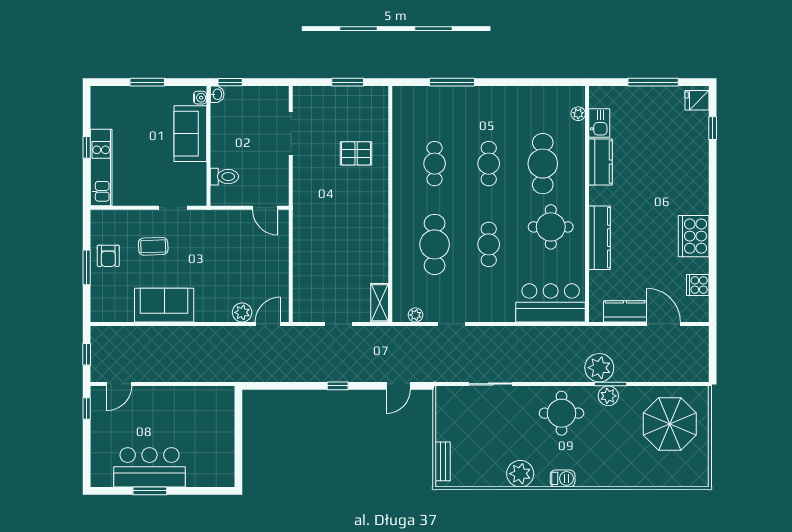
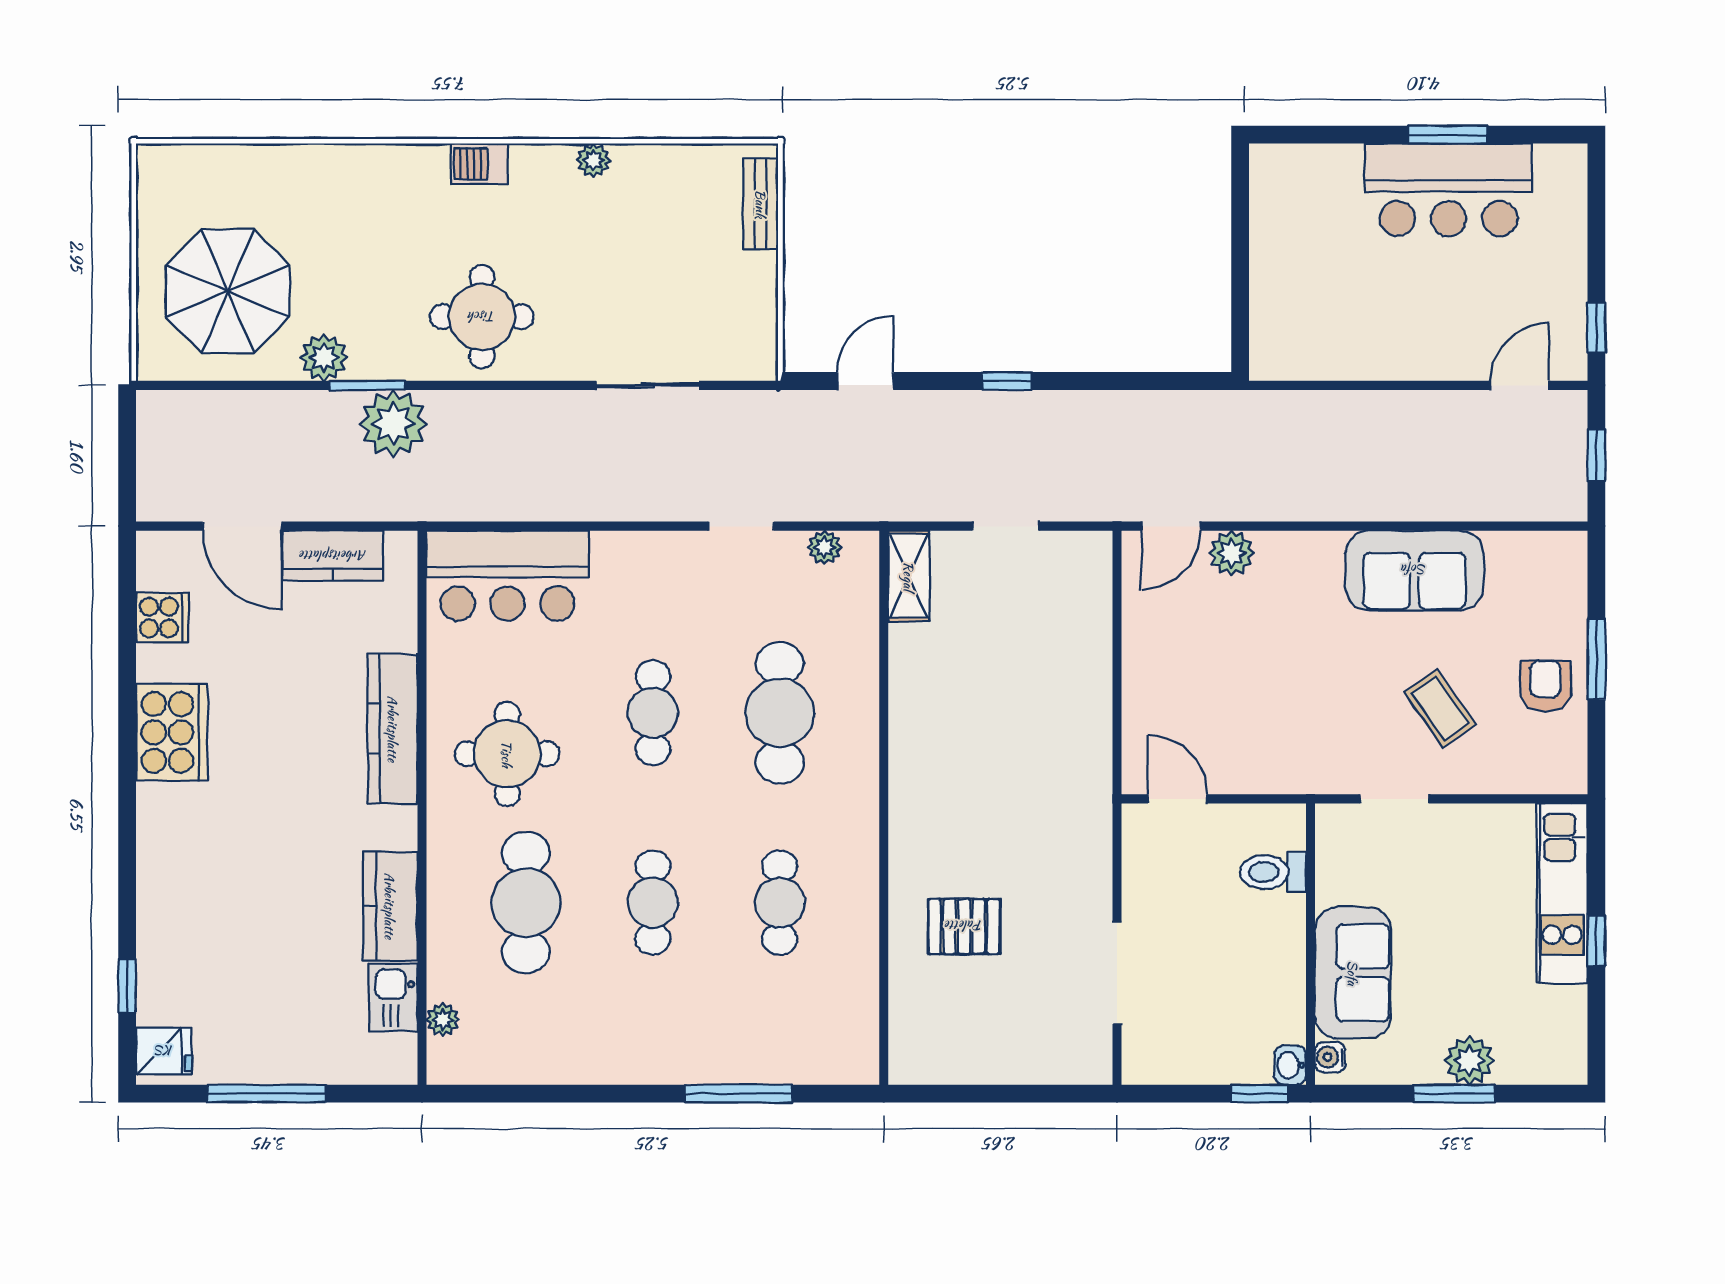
window: (348, 82) -> (984, 1094), removed
plant: (141, 96) -> (1469, 1060), added
coffee table: (153, 246) -> (1440, 708), turned 57
plant: (608, 396) -> (324, 358), moved
plant: (520, 474) -> (593, 160), width x0.53, depth x0.53

